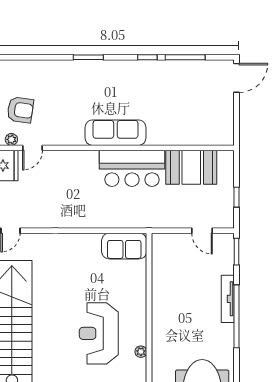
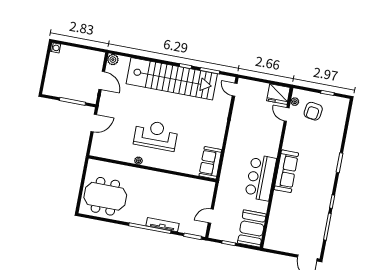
booth: (191, 167) -> (252, 228), moved

